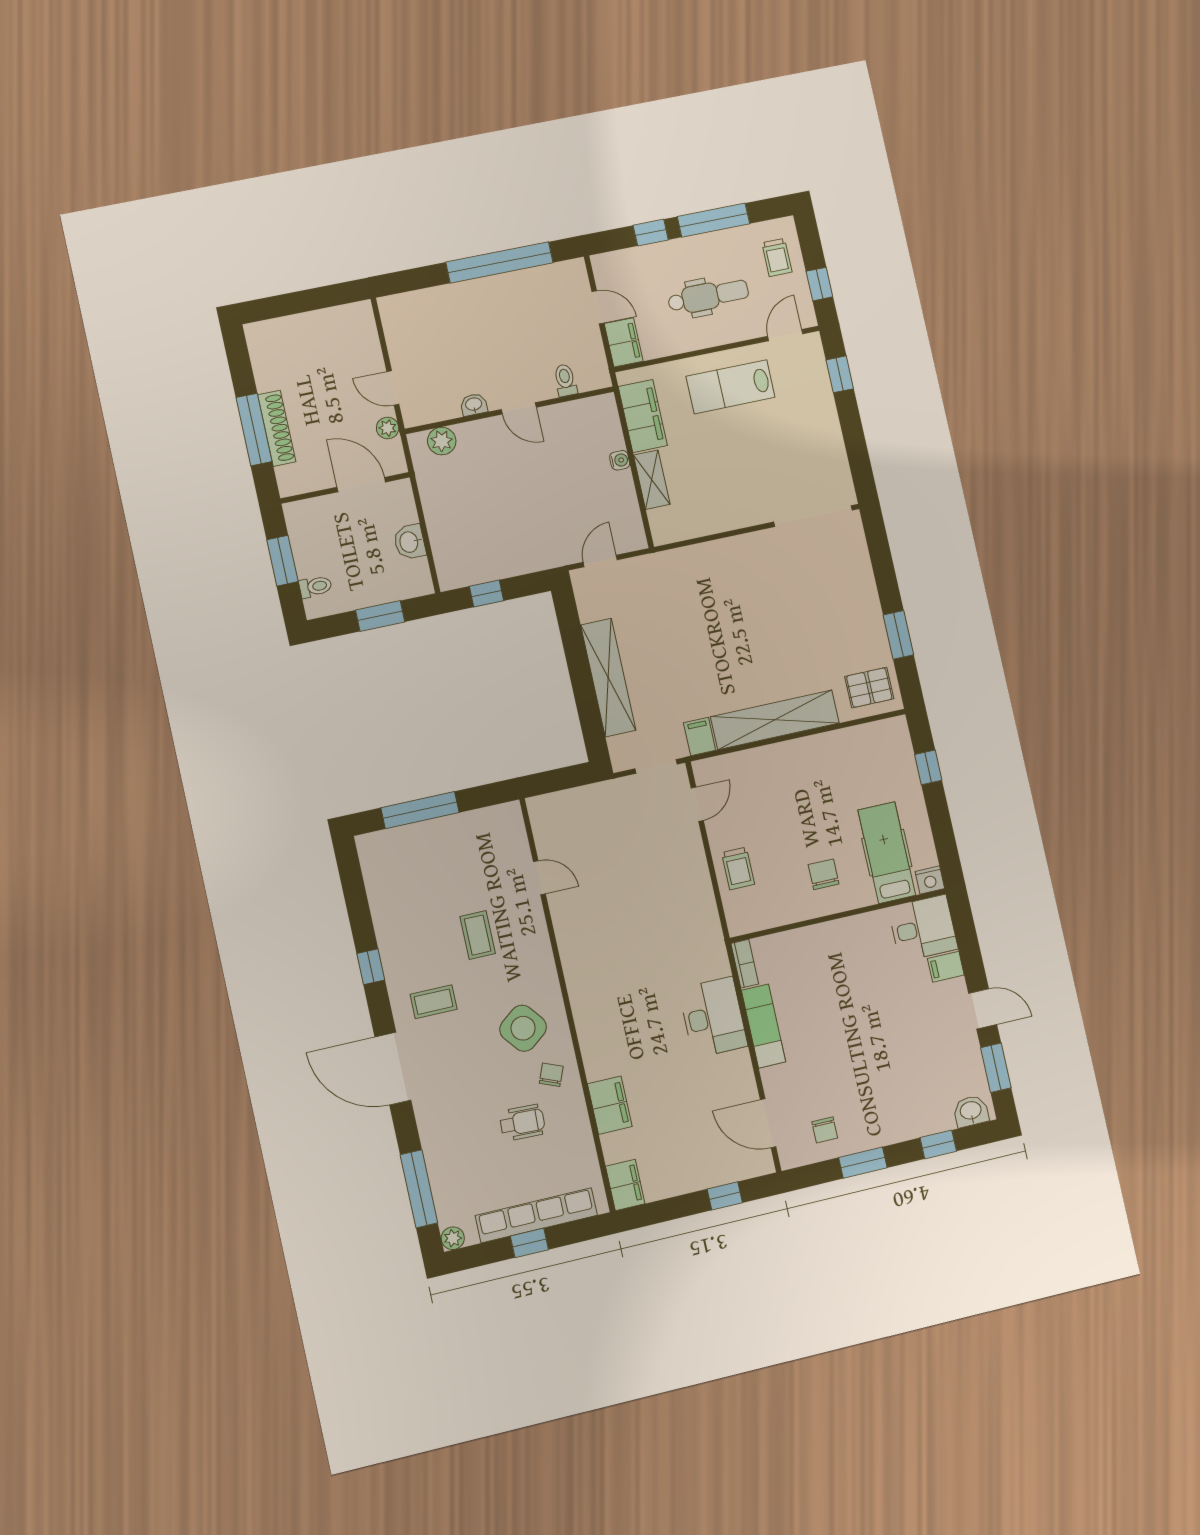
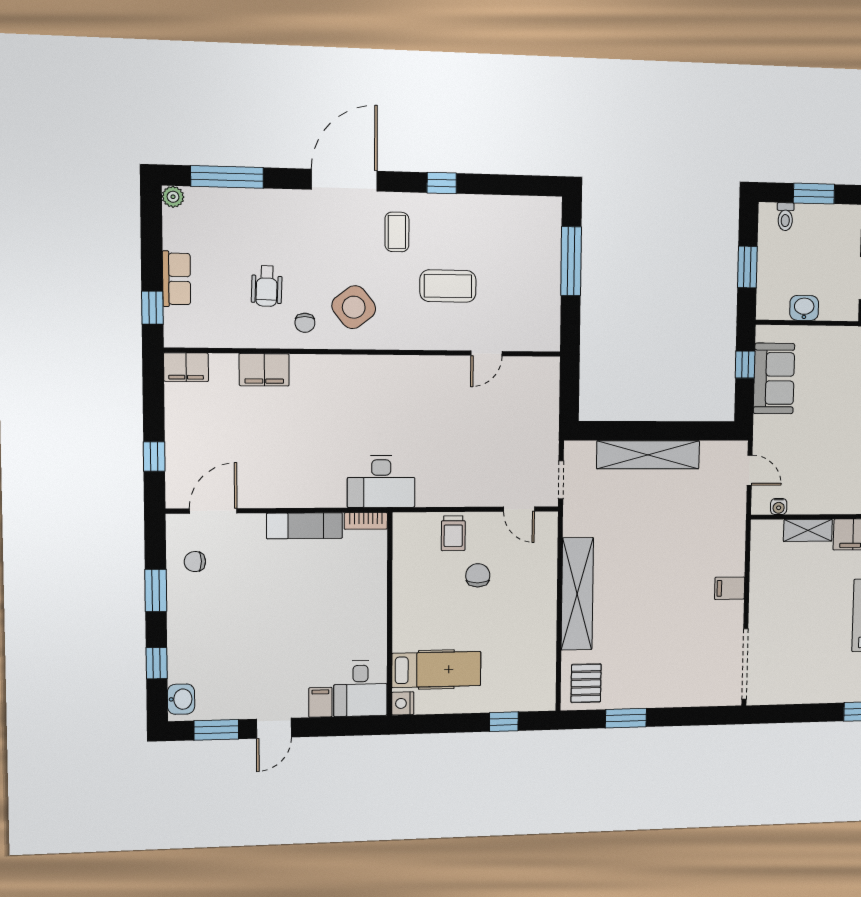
water cooler: (620, 460) -> (779, 506), moved
sofa: (494, 558) -> (774, 378), added
filing cabinet: (700, 737) -> (730, 588), moved, turned 180
trolley: (738, 868) -> (453, 533), turned -90
chair: (824, 874) -> (478, 575), moved, turned -90
coffee table: (478, 935) -> (448, 286), width x1.36, depth x1.30
desk: (713, 1017) -> (381, 482), moved
chair: (551, 1075) -> (305, 323), turned 68
row of seats: (536, 1215) -> (177, 279), width x0.50
window: (529, 1243) -> (152, 308), moved

